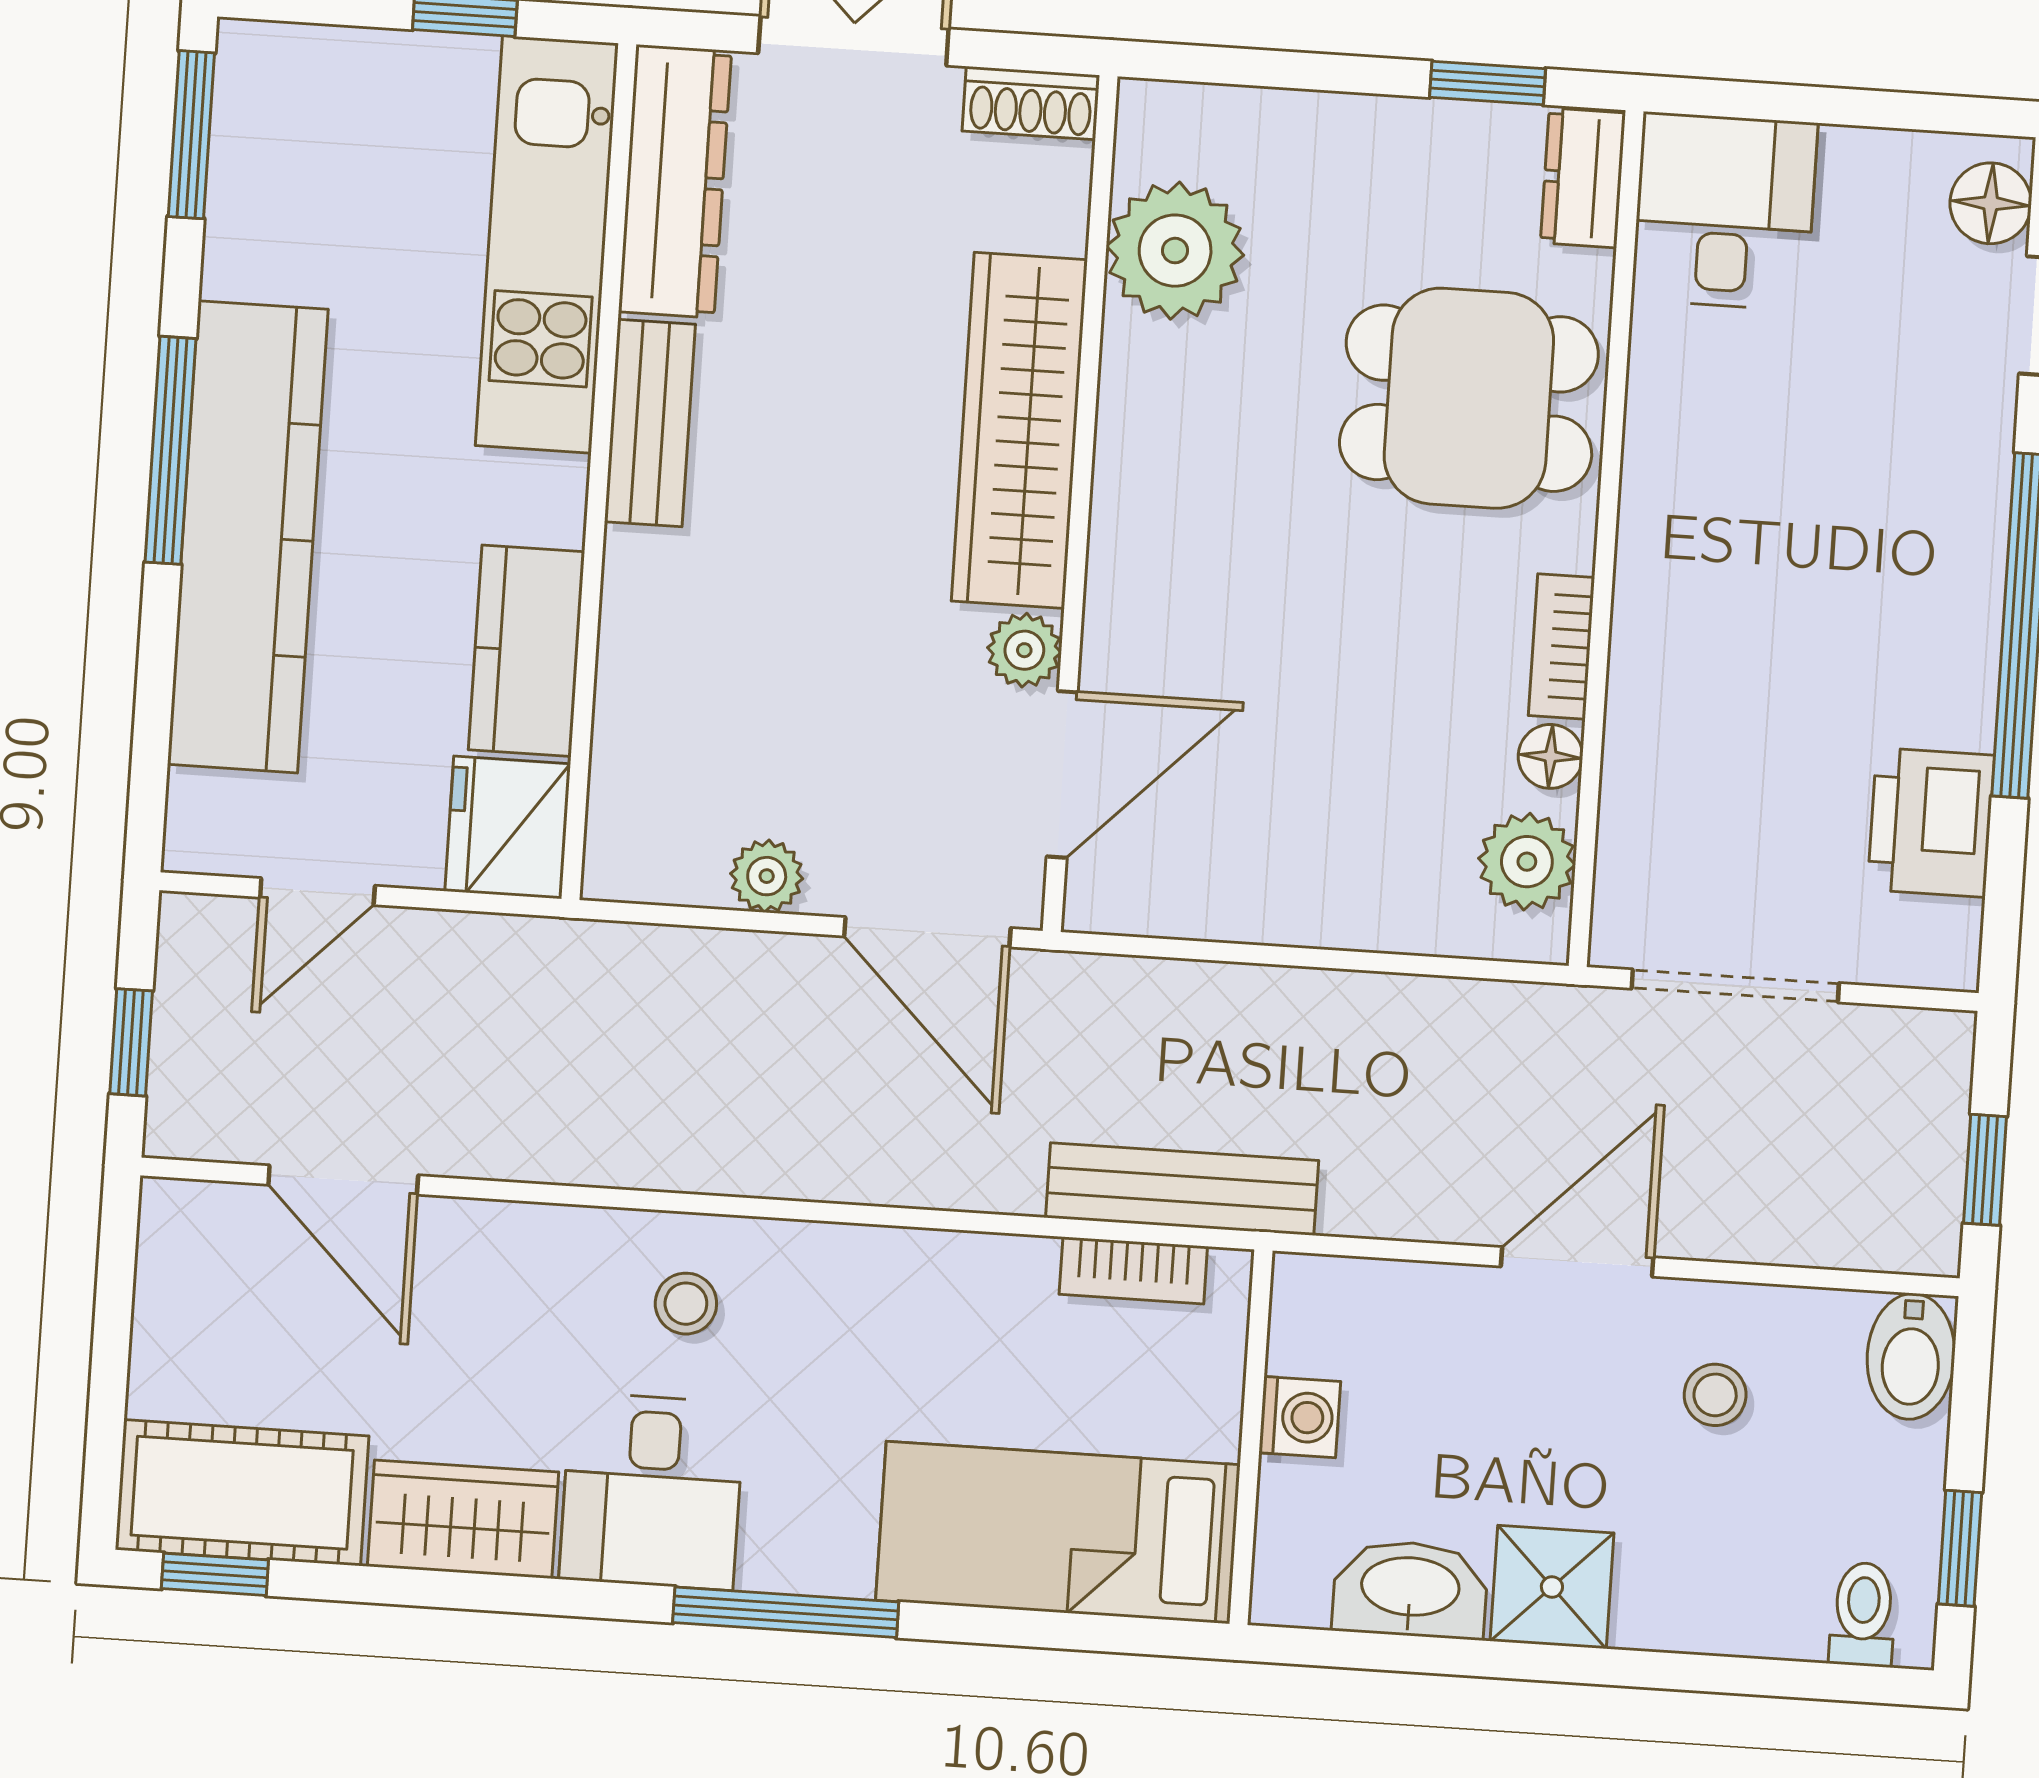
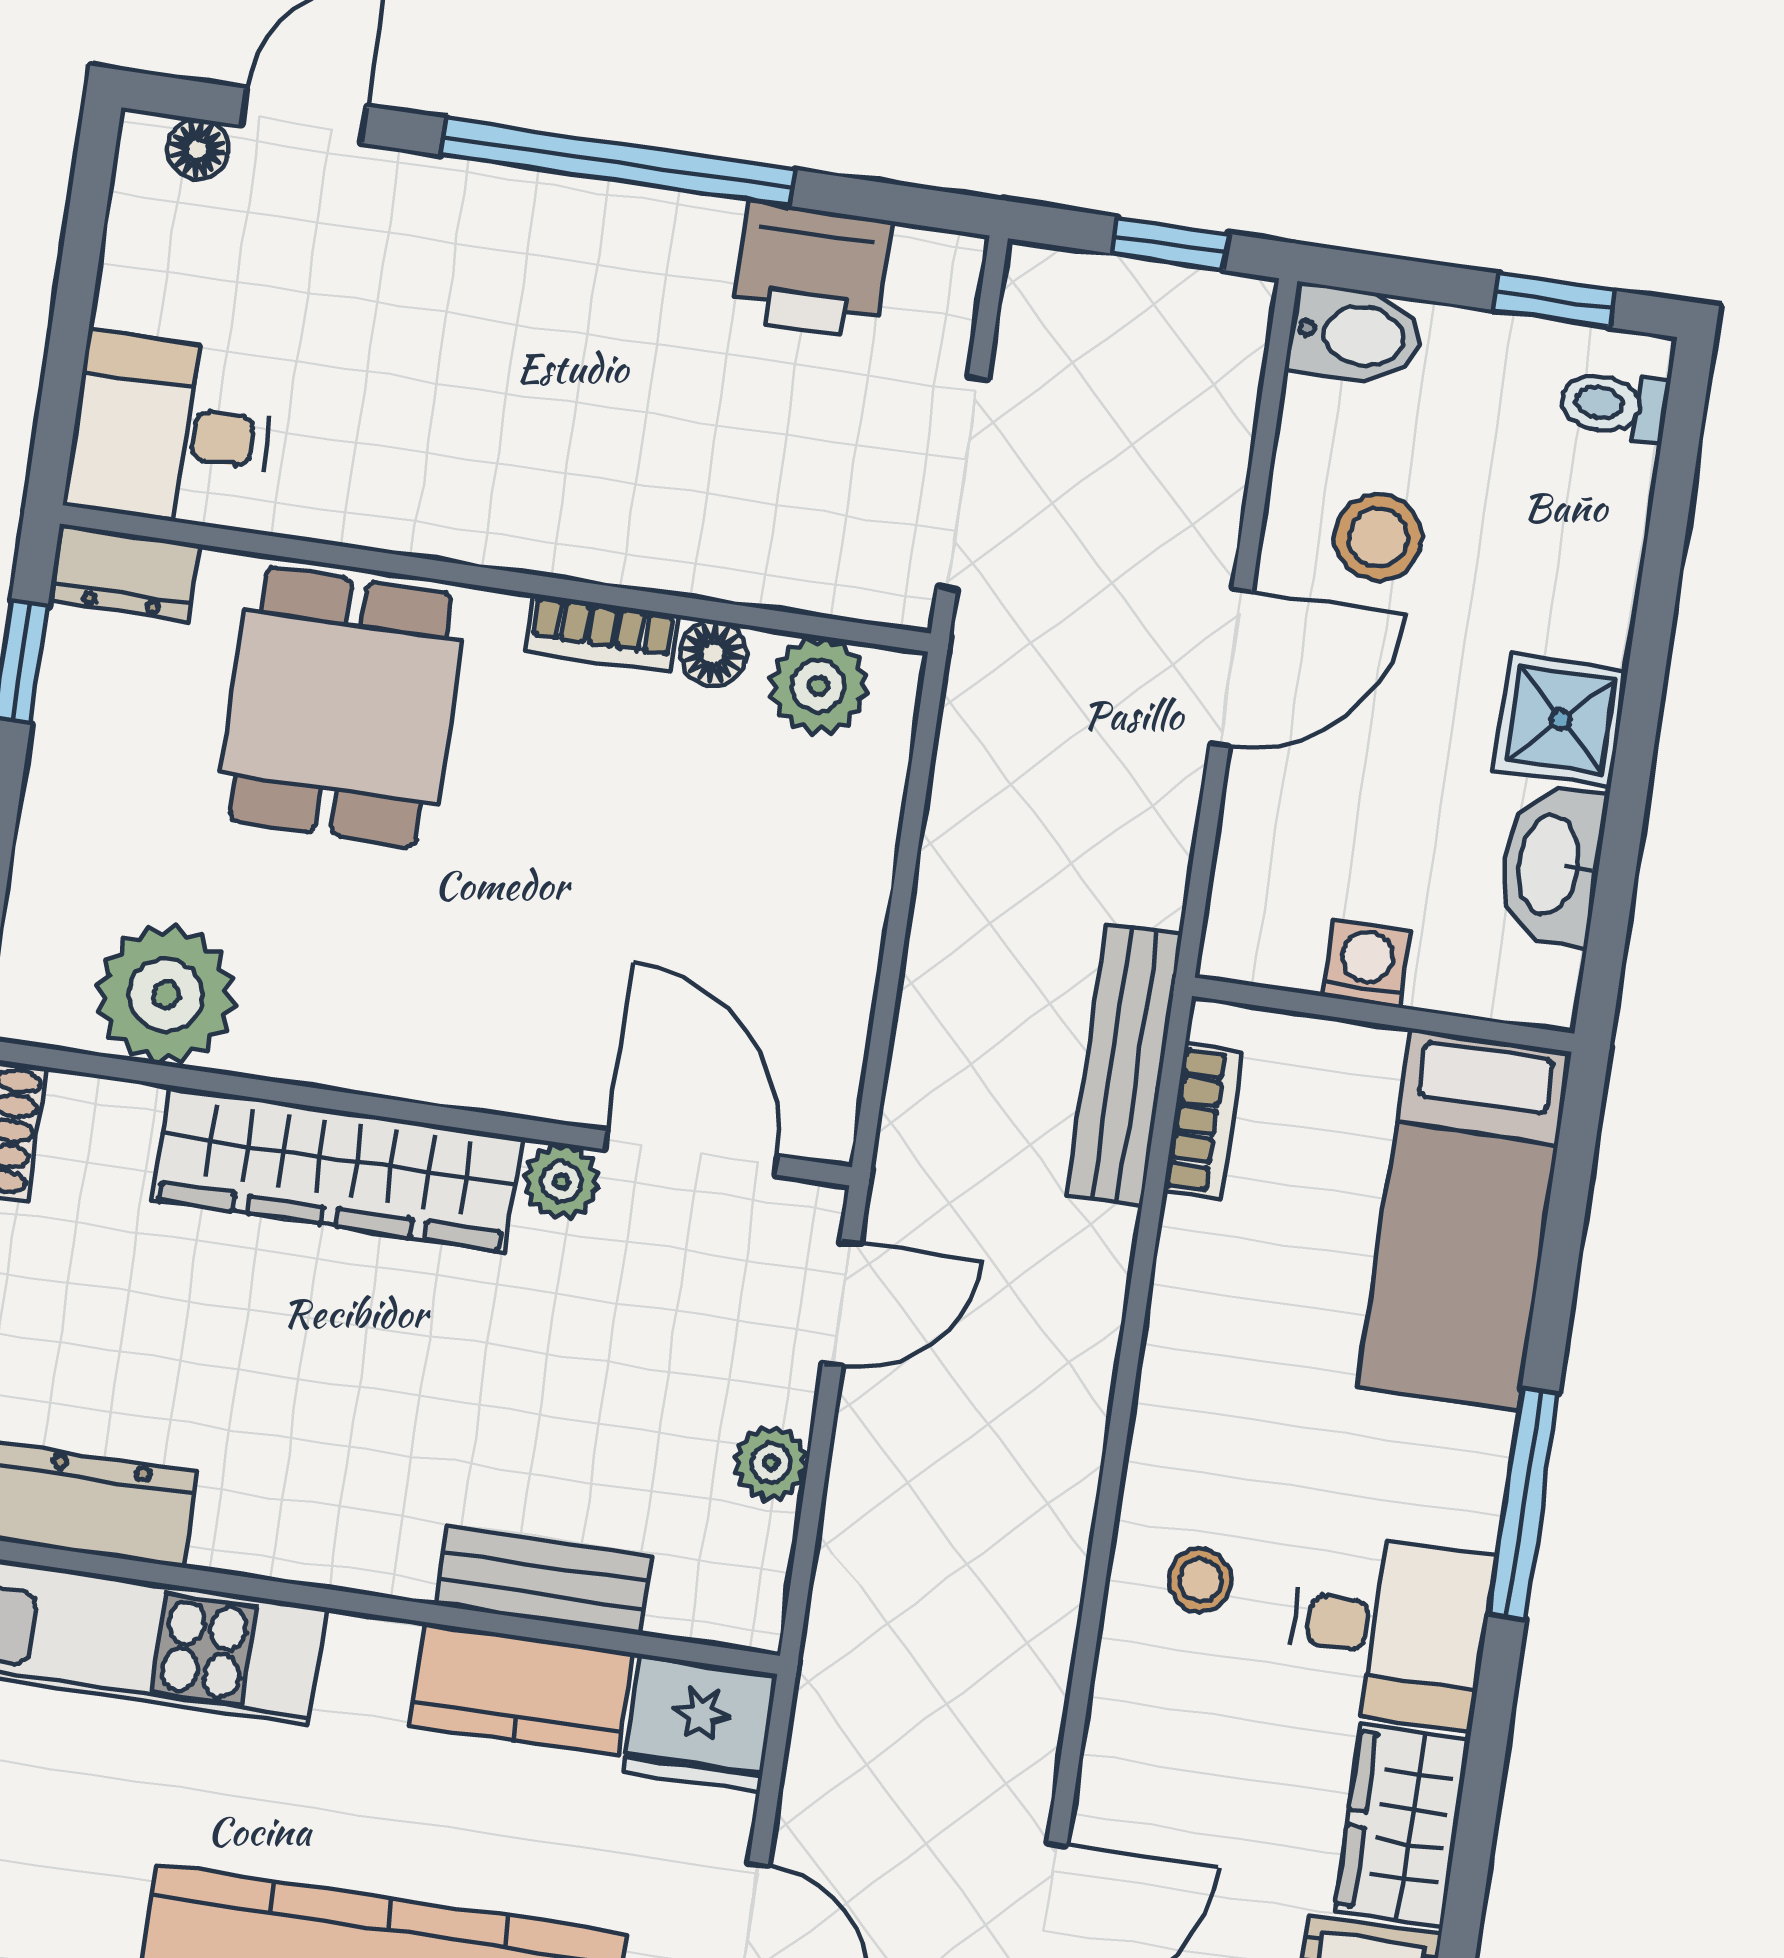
floor lamp: (1991, 203) -> (198, 149), width x0.73, depth x0.73
bench: (650, 423) -> (543, 1581), moved
door: (927, 932) -> (841, 1303), width x0.73
door: (1577, 1262) -> (1231, 667), swing flipped
stool: (1715, 1395) -> (1378, 538), width x1.37, depth x1.37

